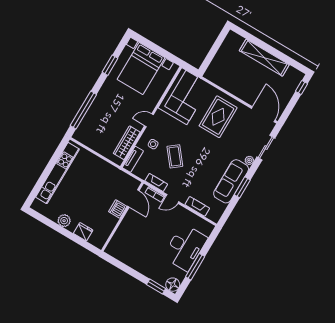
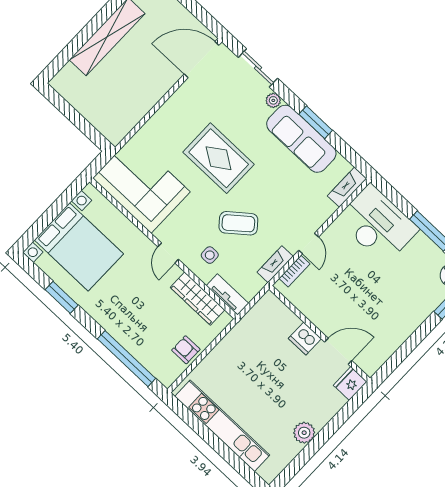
rug: (218, 117) -> (219, 158), moved
armchair: (96, 143) -> (186, 350), added
door: (133, 198) -> (338, 351), moved
fireplace: (197, 206) -> (347, 187), moved
fridge: (83, 232) -> (350, 384), moved
desk: (185, 247) -> (377, 224), moved

